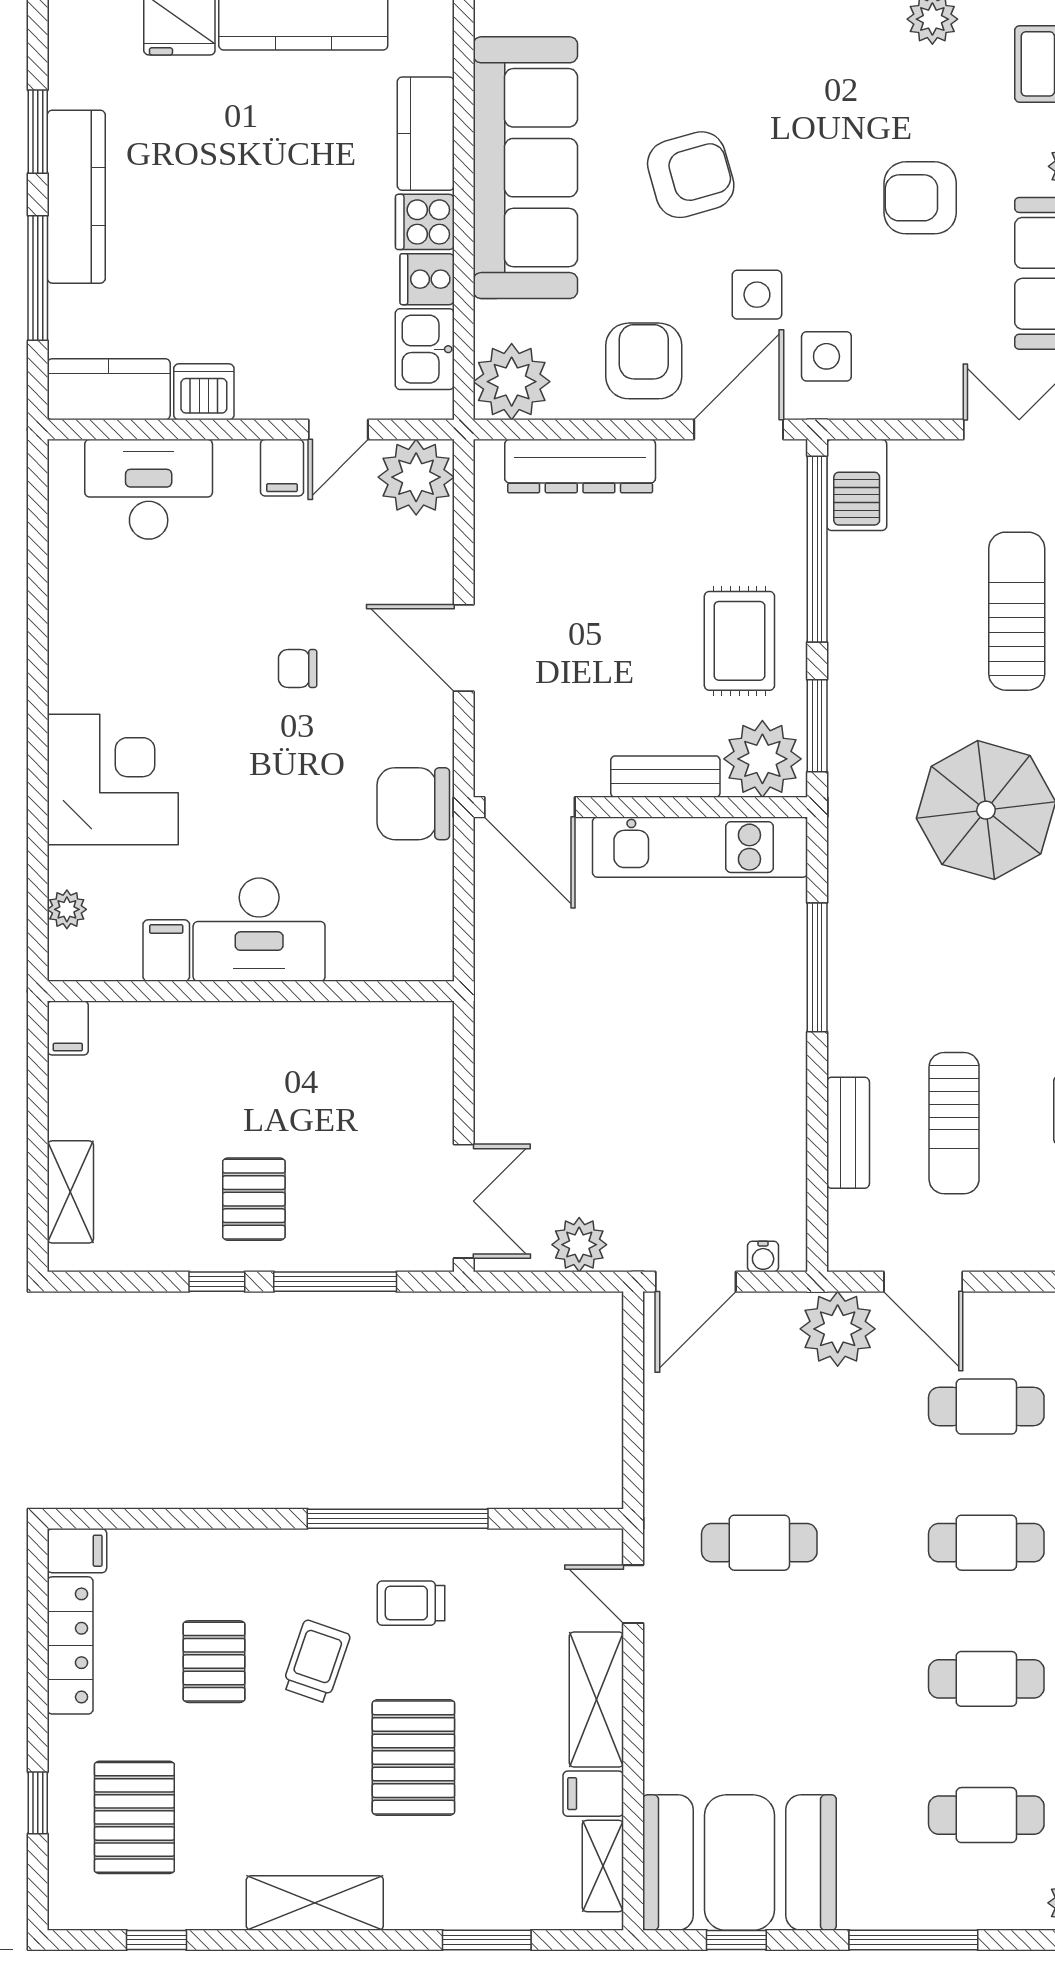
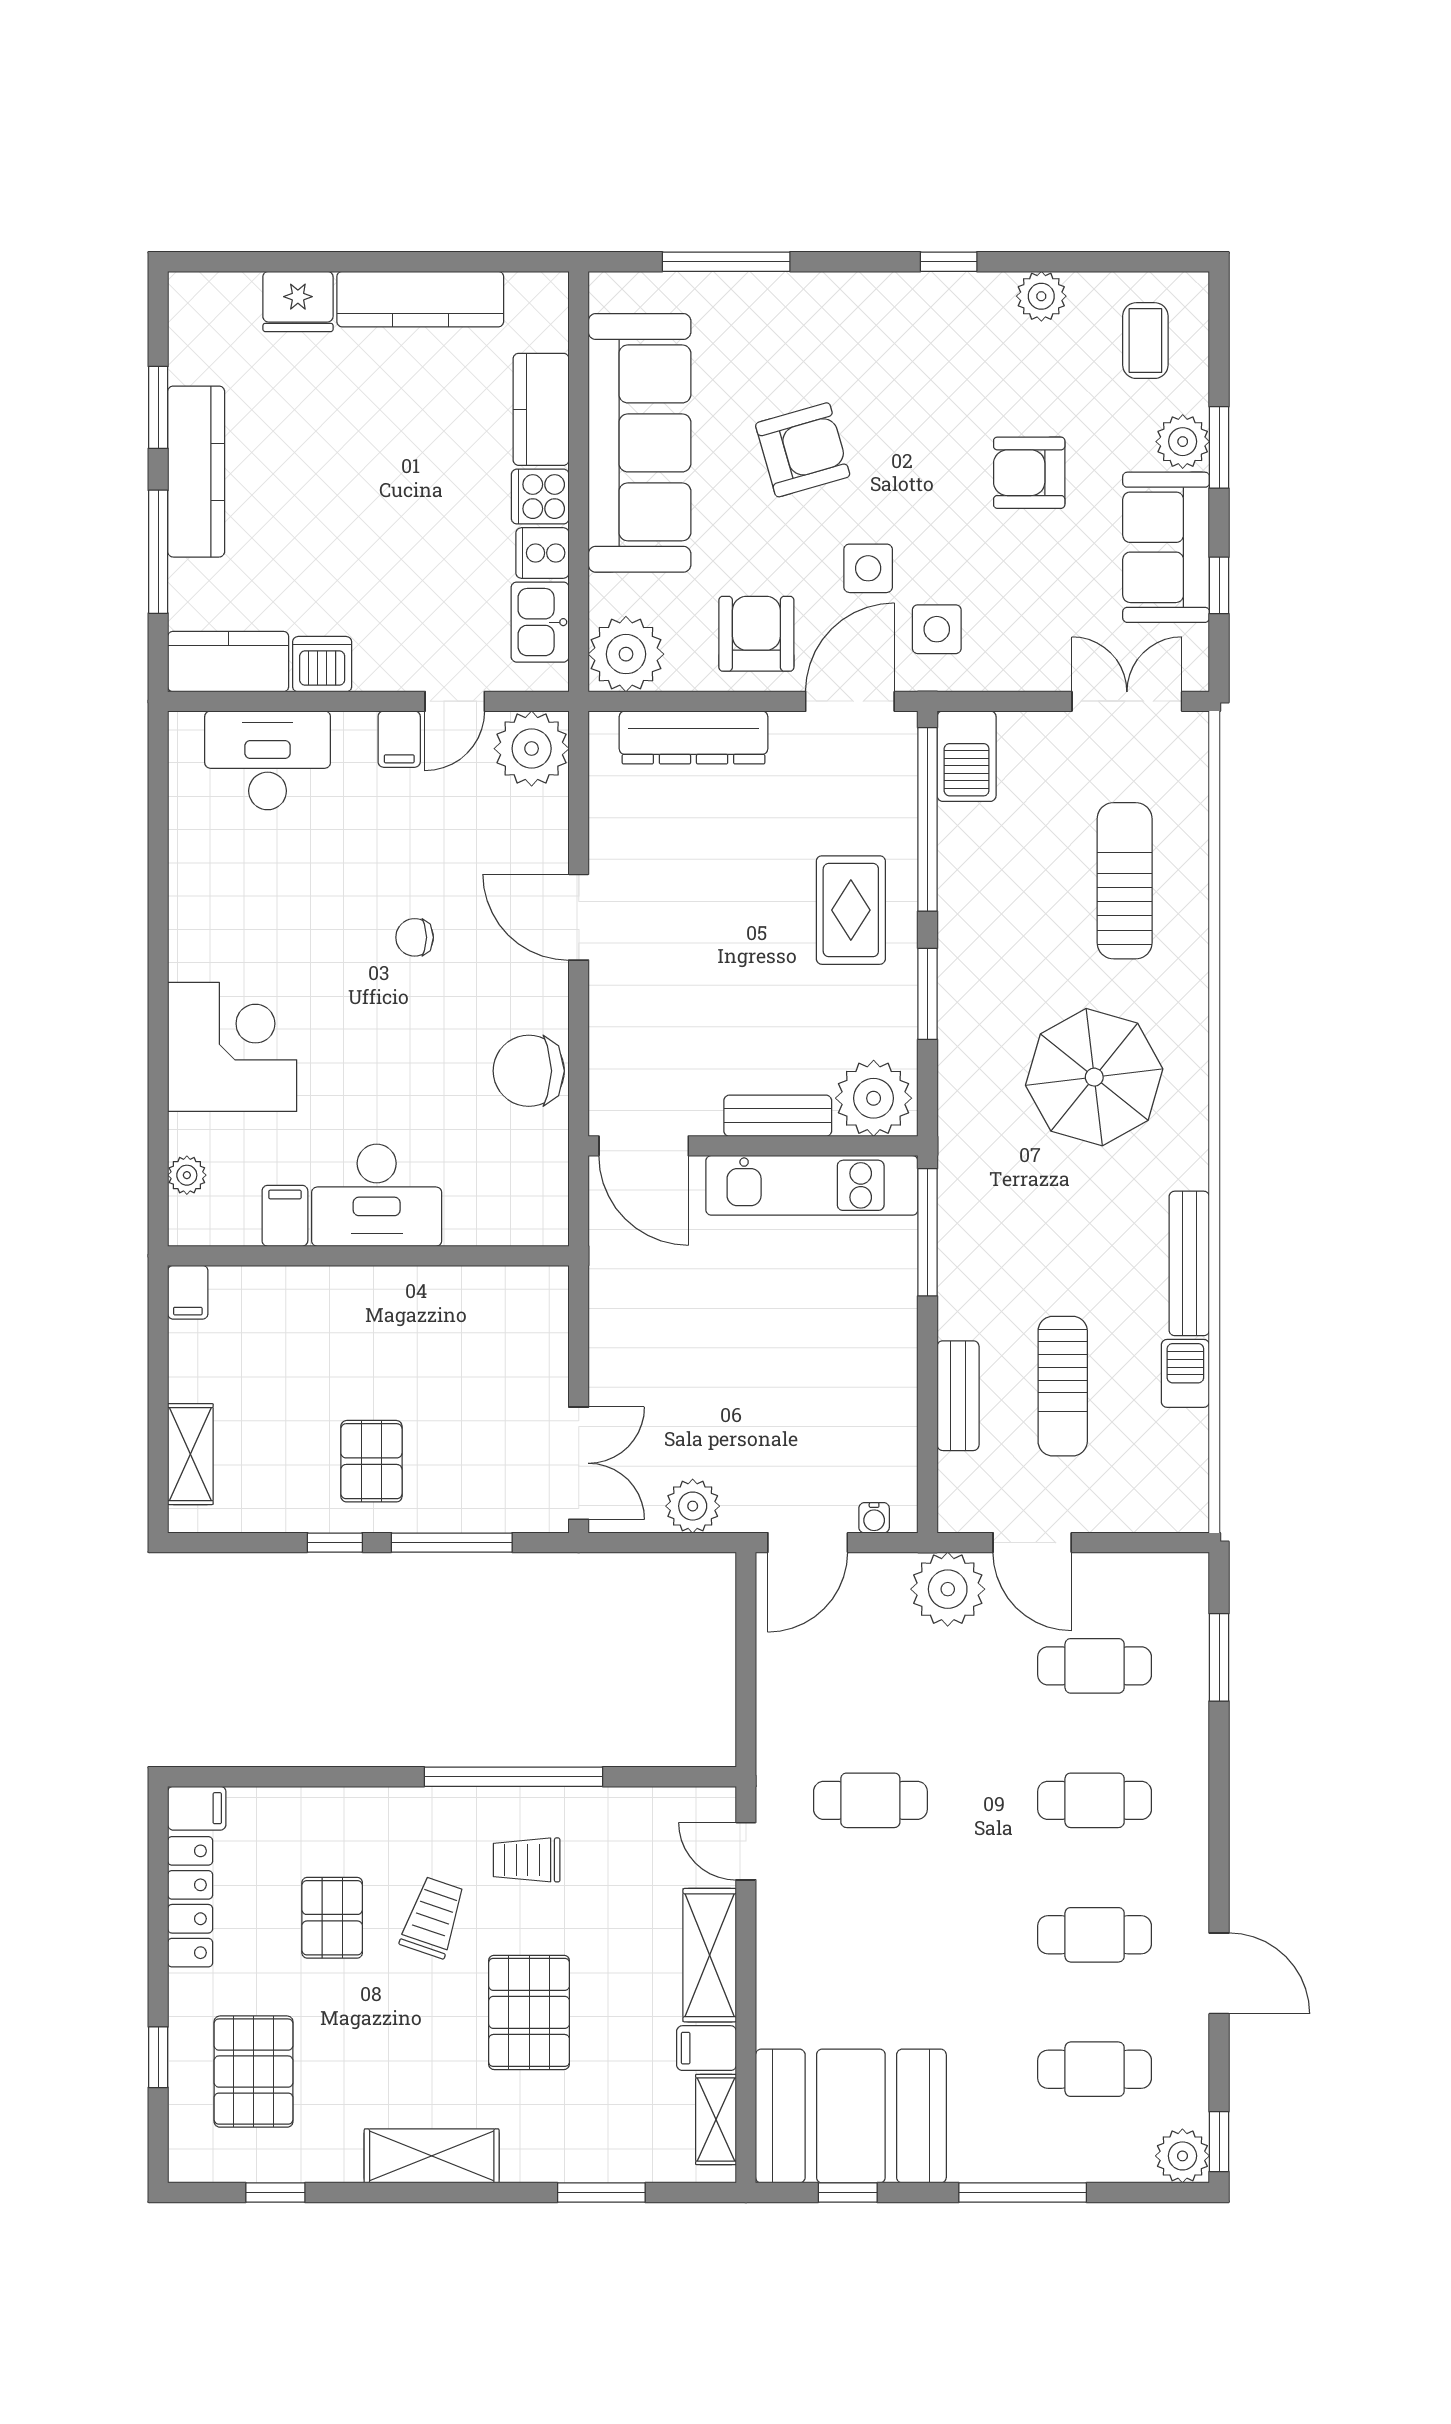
plant: (762, 759) -> (874, 1098), moved
bench: (665, 777) -> (778, 1116), moved
door: (530, 807) -> (644, 1146), moved
wall: (640, 807) -> (753, 1146), moved
kitchen unit: (700, 847) -> (812, 1185), moved

